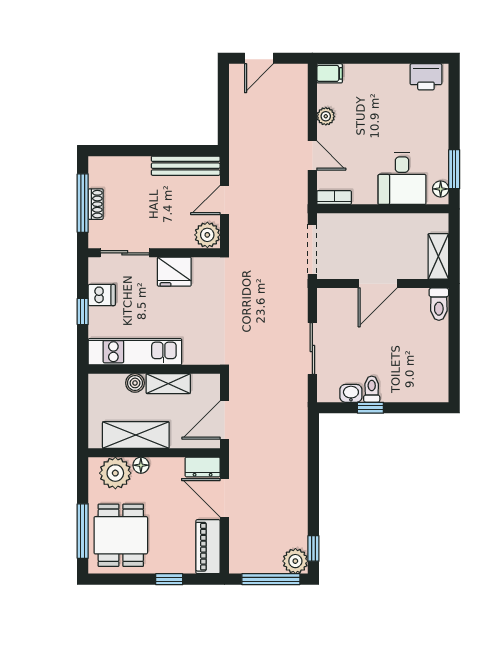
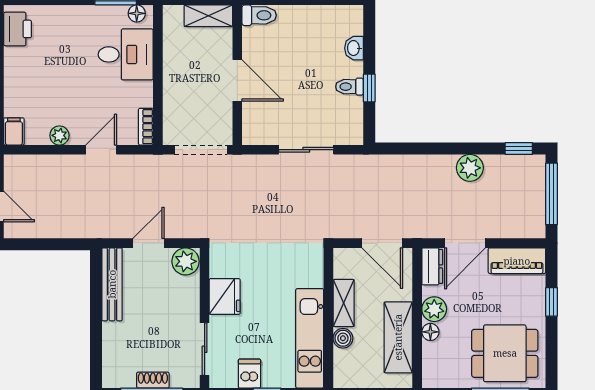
door: (224, 200) -> (148, 243), swing flipped
washbasin: (351, 393) -> (354, 48), moved
plant: (115, 473) -> (434, 309), moved, width x0.73, depth x0.73
plant: (295, 561) -> (470, 168), moved

